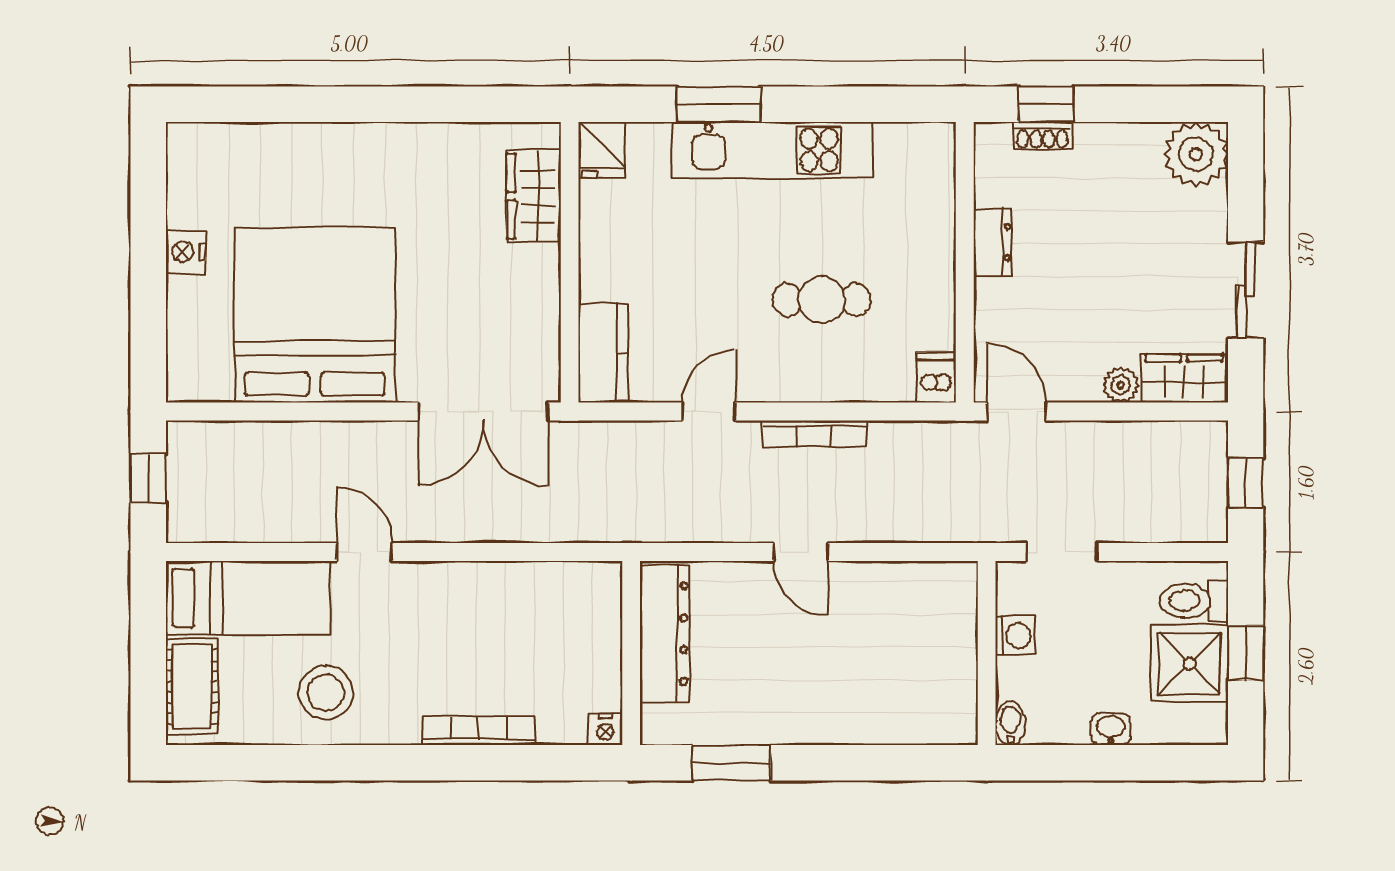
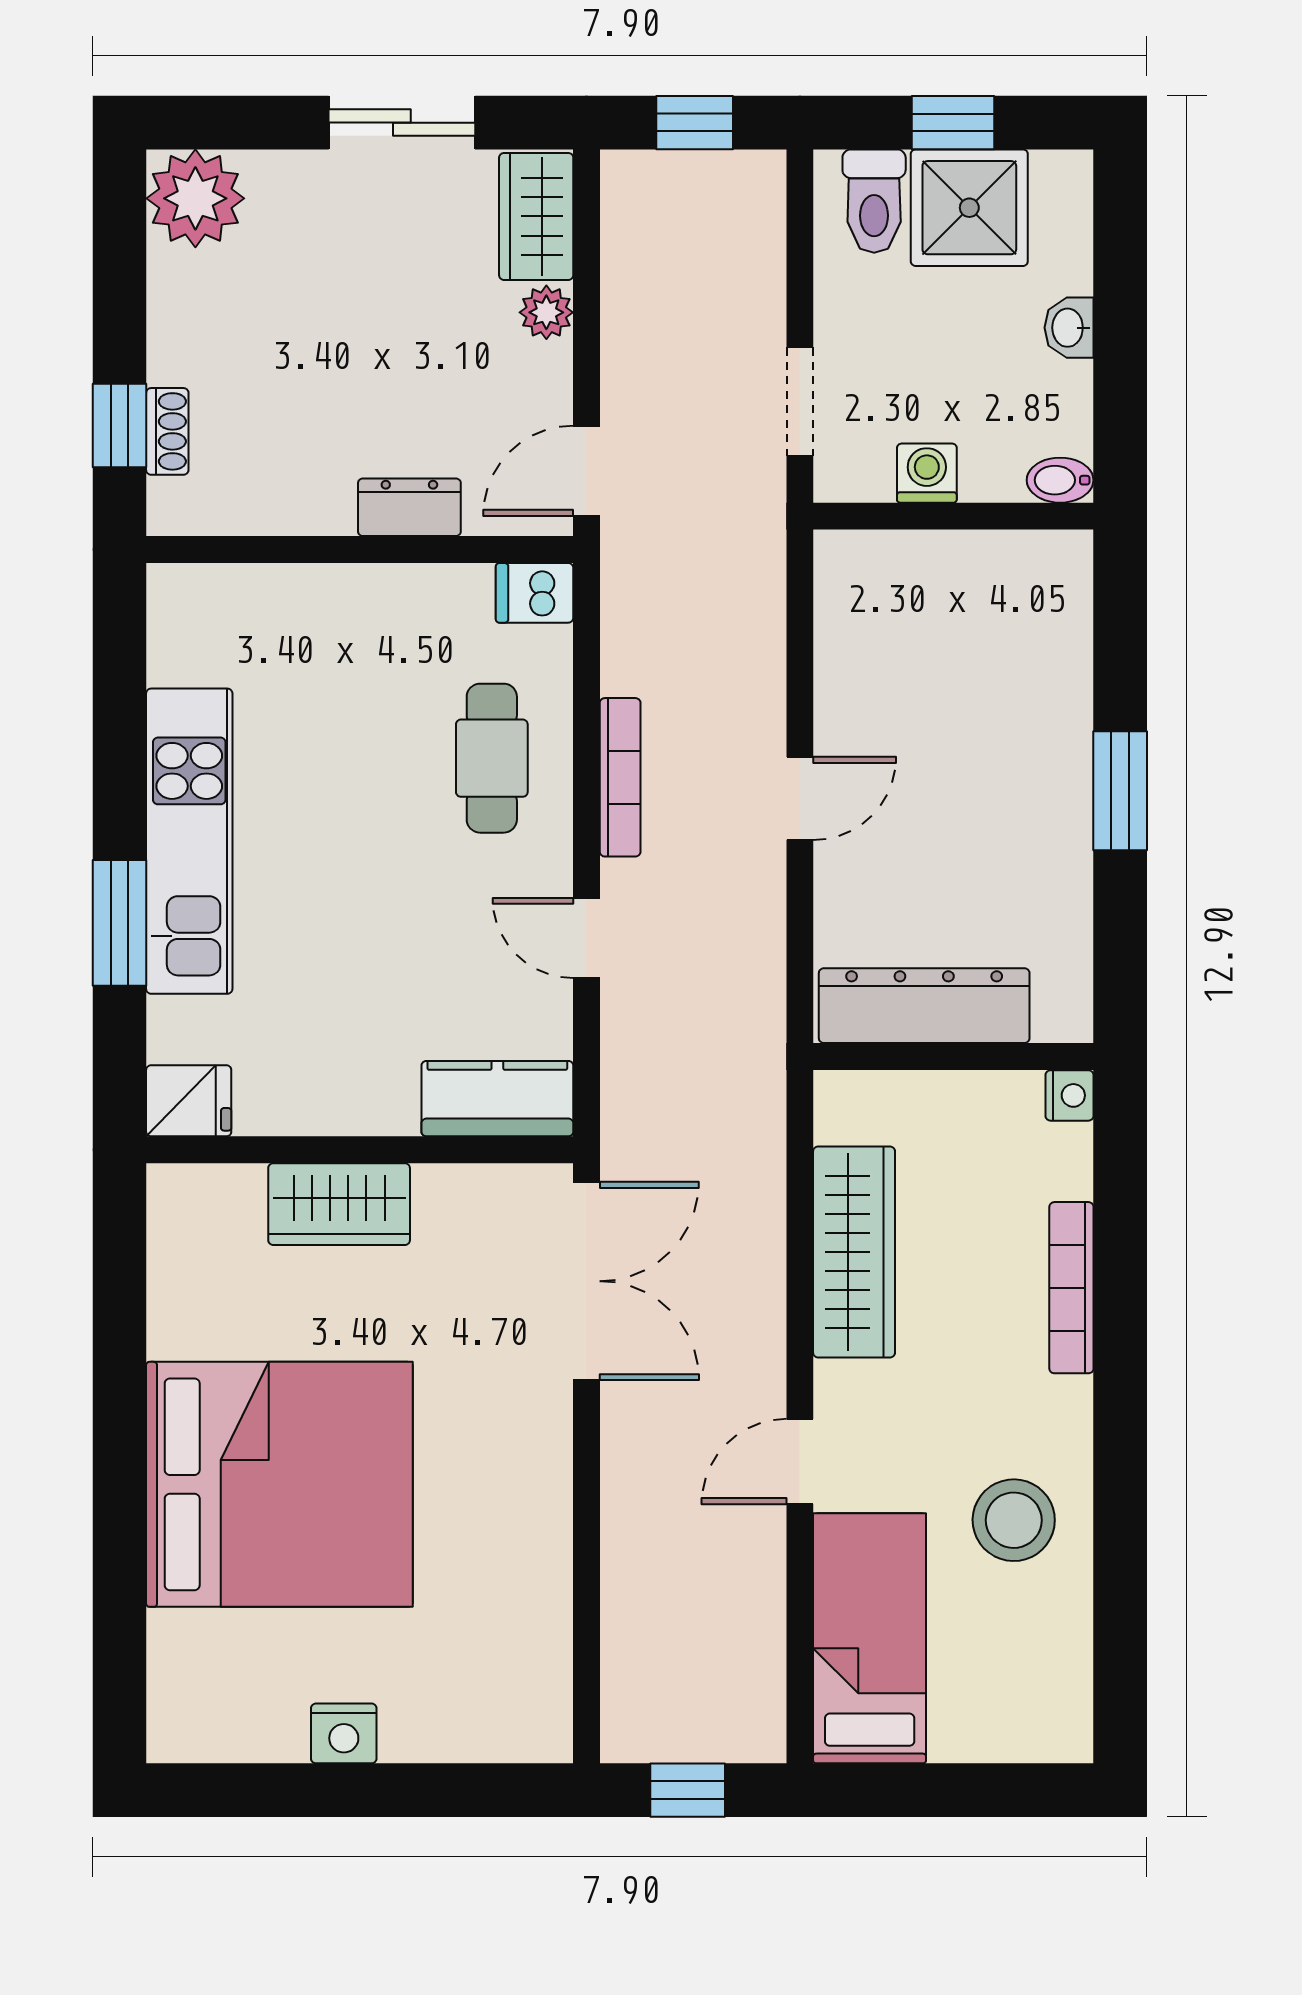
wardrobe: (534, 196) -> (339, 1204), moved
dresser: (993, 242) -> (409, 507), moved
cafe table: (822, 300) -> (492, 758), moved
bed: (315, 315) -> (279, 1484), moved, turned 180
wardrobe: (502, 588) -> (854, 1252), added
cot: (192, 686) -> (1004, 1724), removed
window: (731, 763) -> (1120, 791), moved

